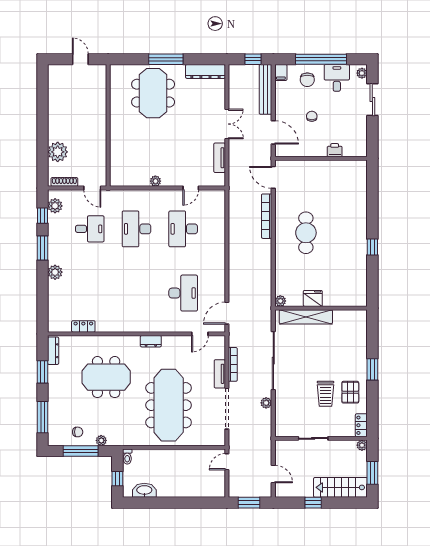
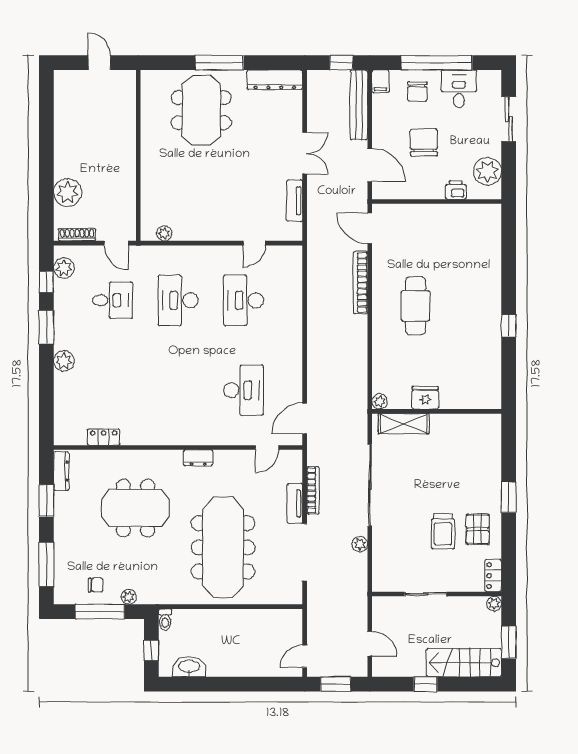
plant: (362, 73) -> (487, 171), moved, width x1.88, depth x1.88
chair: (312, 116) -> (424, 142), width x1.87, depth x1.87
plant: (155, 181) -> (164, 233), moved
shelving: (306, 317) -> (404, 424), width x0.68
door: (227, 462) -> (305, 656), moved

